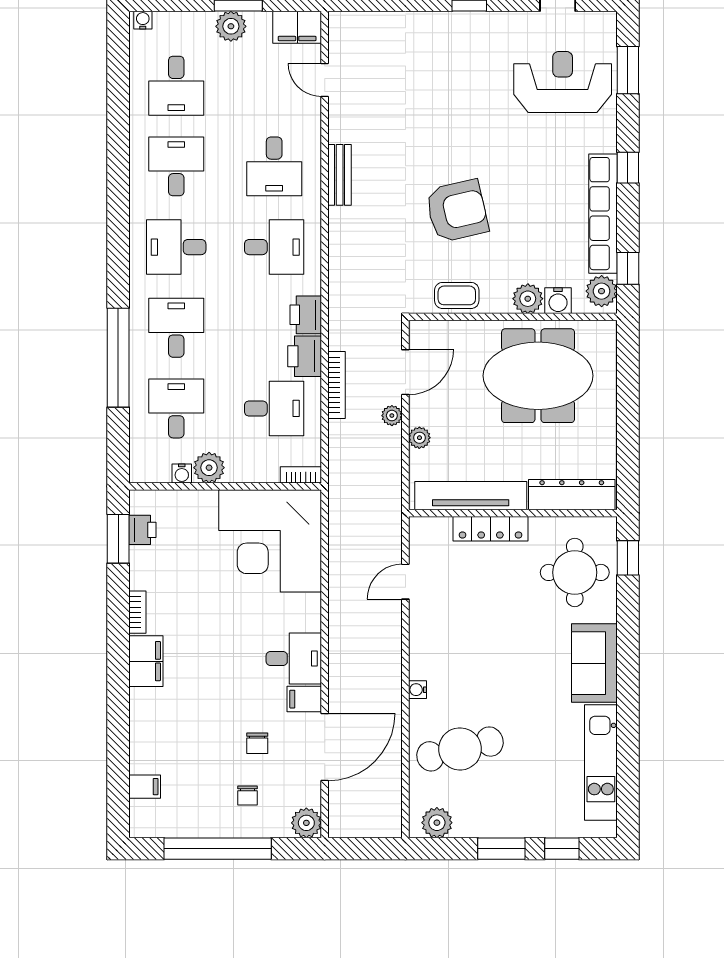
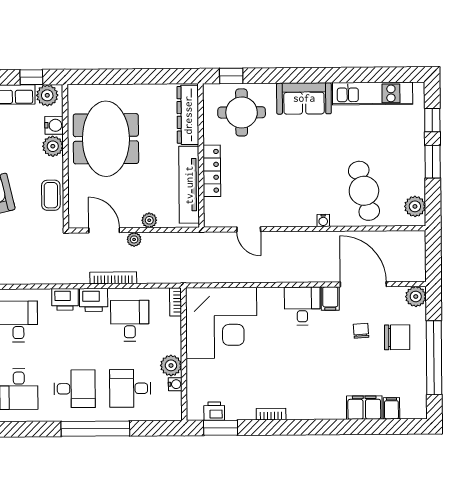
desk: (176, 328) -> (75, 389), turned 180
filing cabinet: (146, 661) -> (364, 408), moved
chair: (257, 743) -> (361, 331), turned -94
chair: (248, 796) -> (397, 337), width x1.87, depth x1.87

